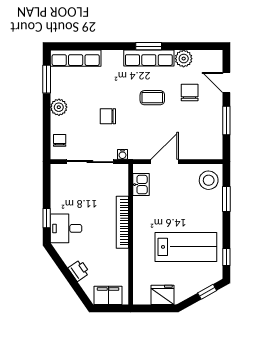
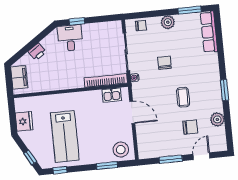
row of seats: (149, 58) -> (215, 91), removed
bookcase: (122, 222) -> (106, 80), moved

